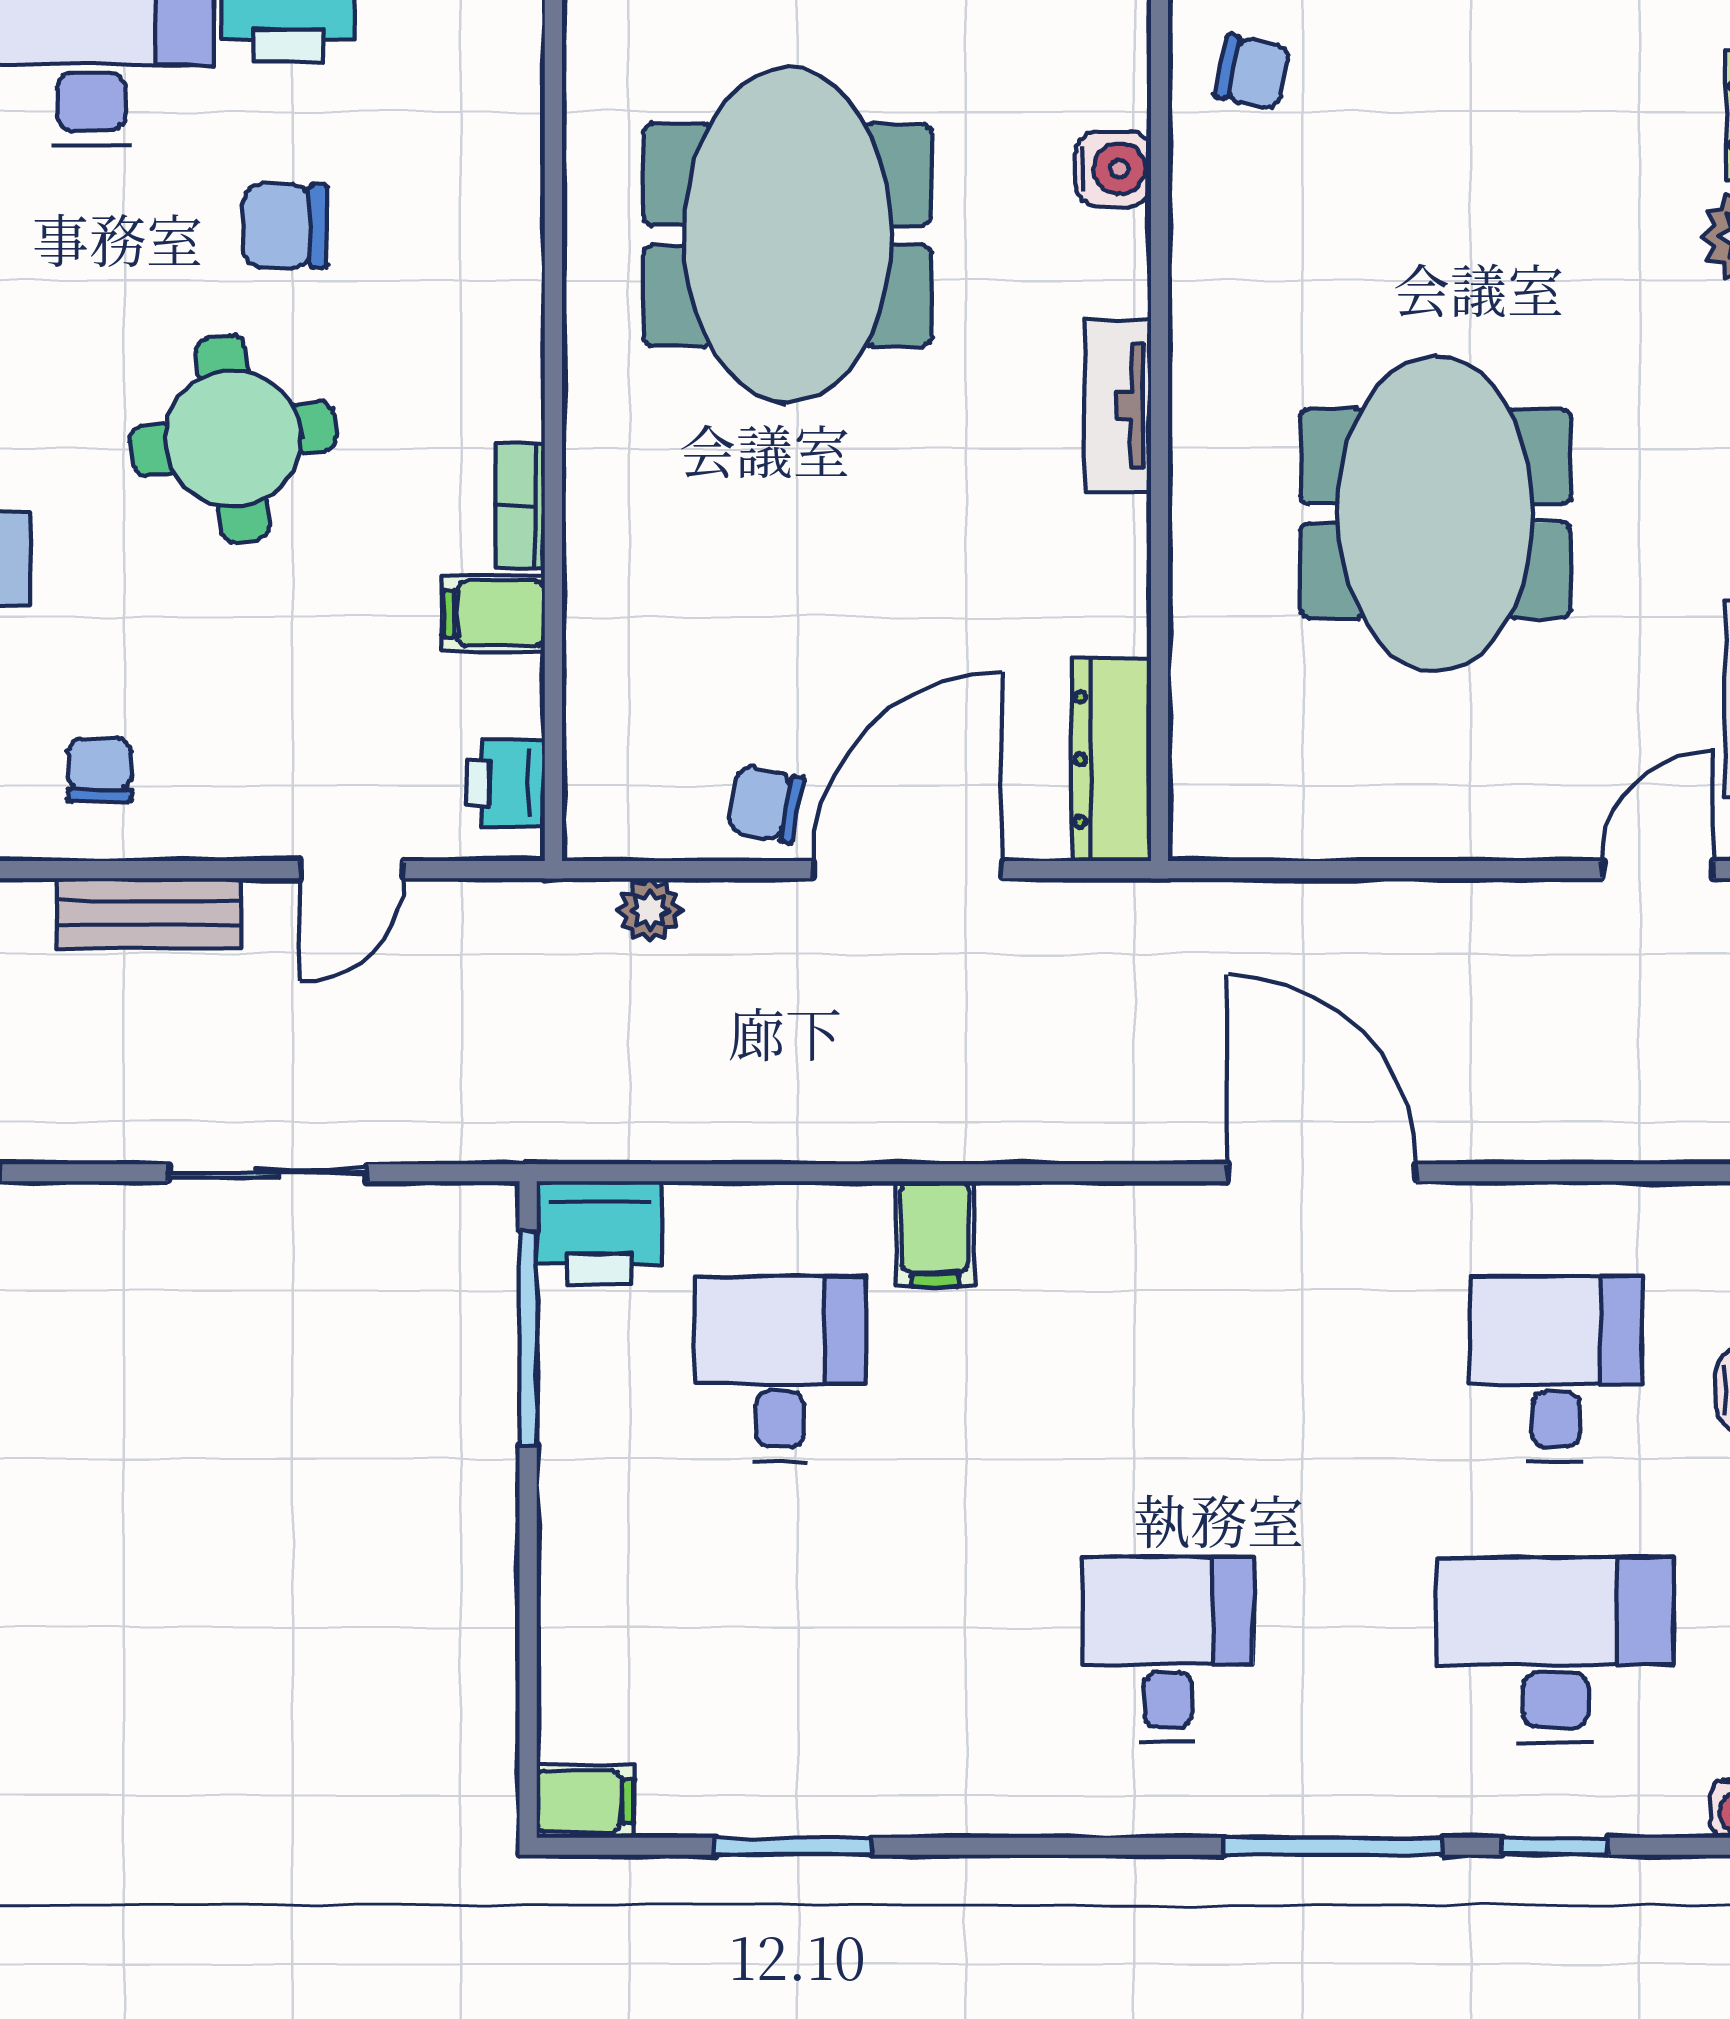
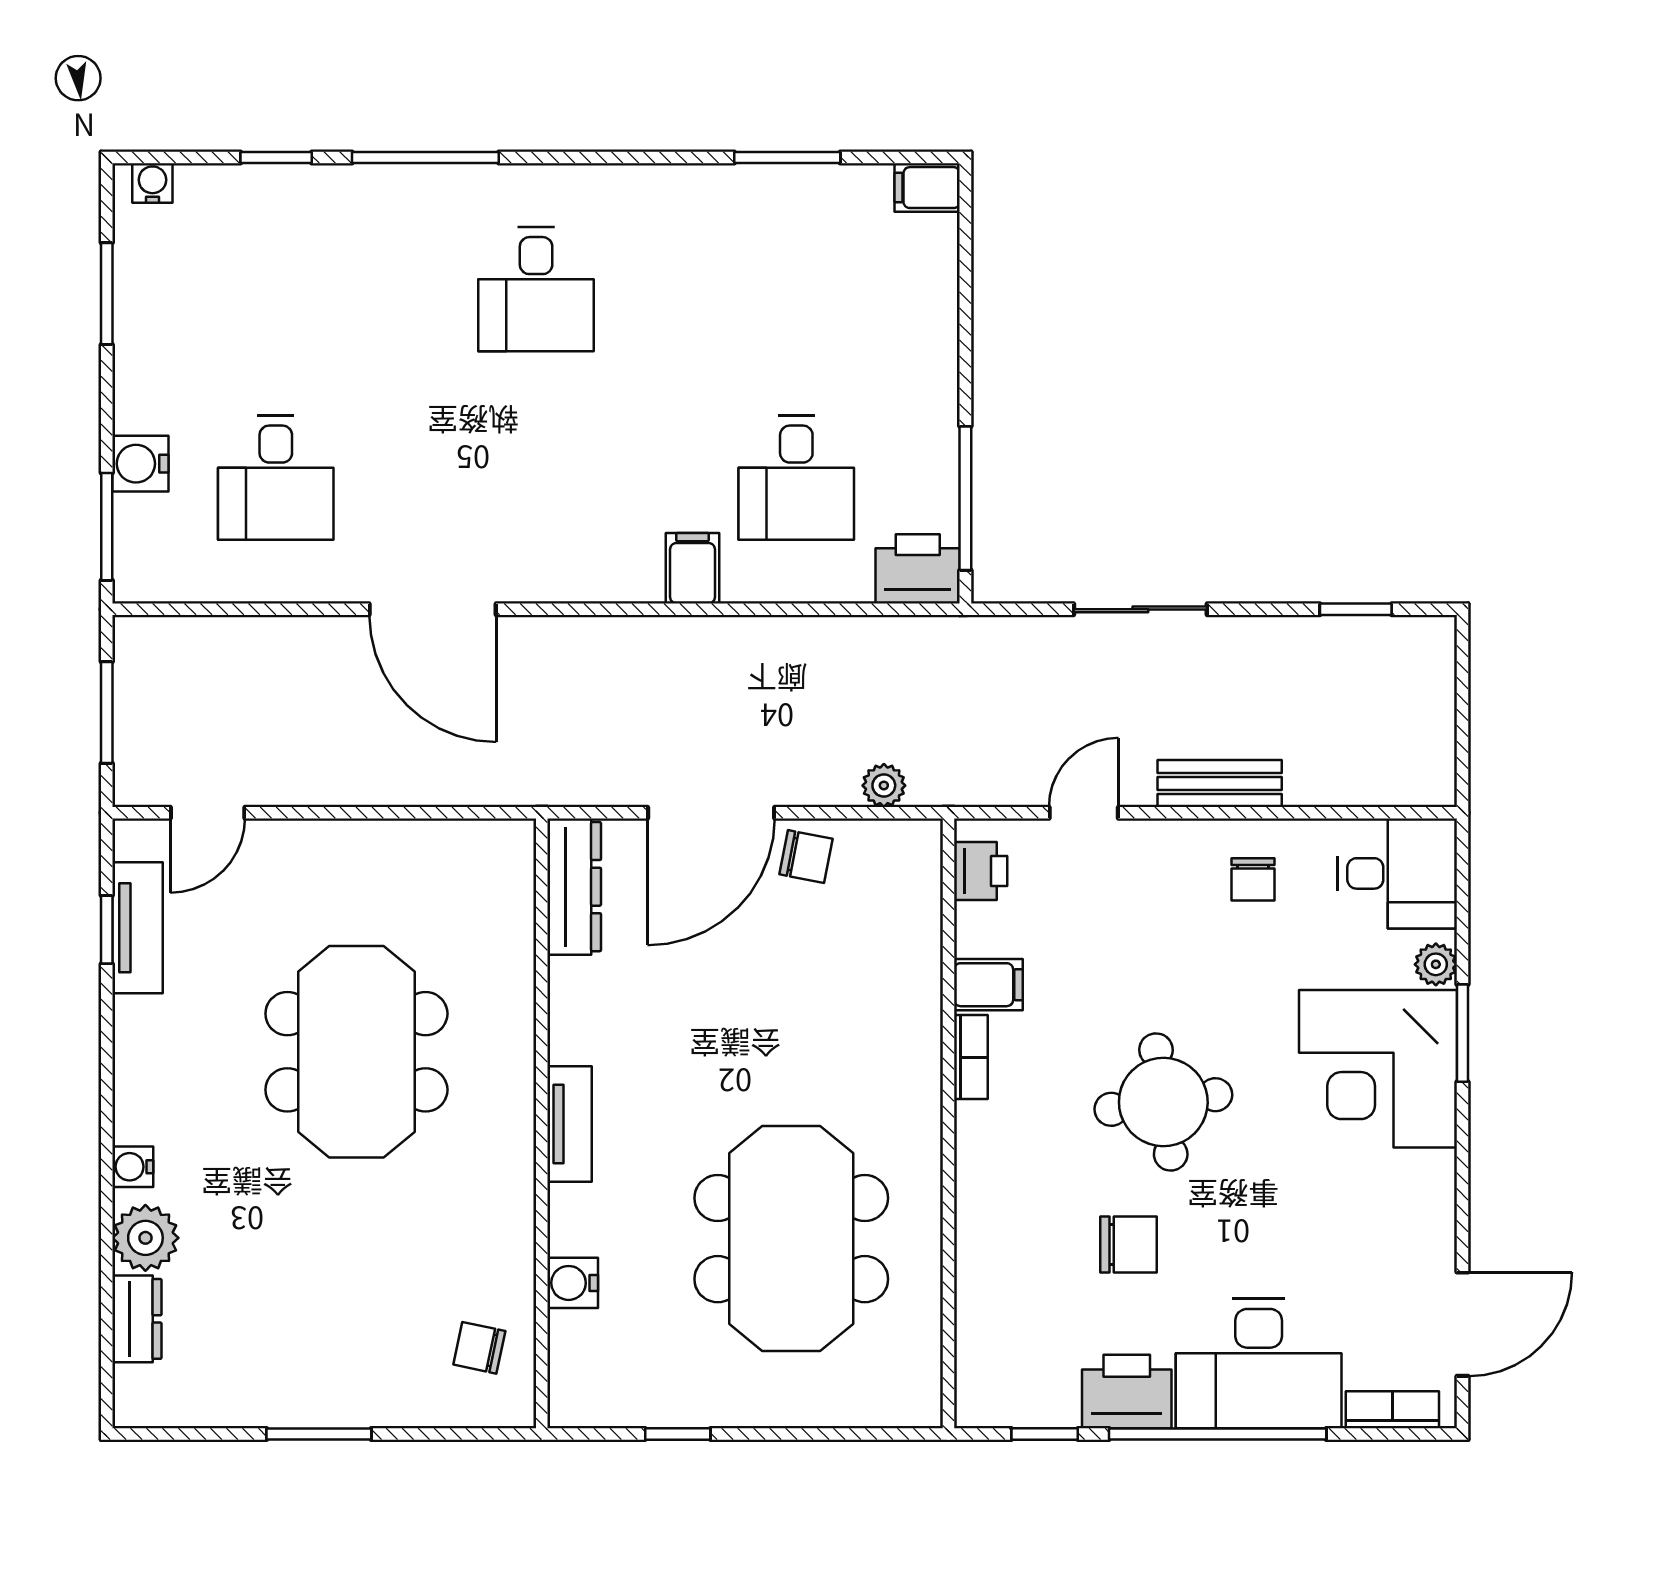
desk: (1556, 1650) -> (276, 289), removed

